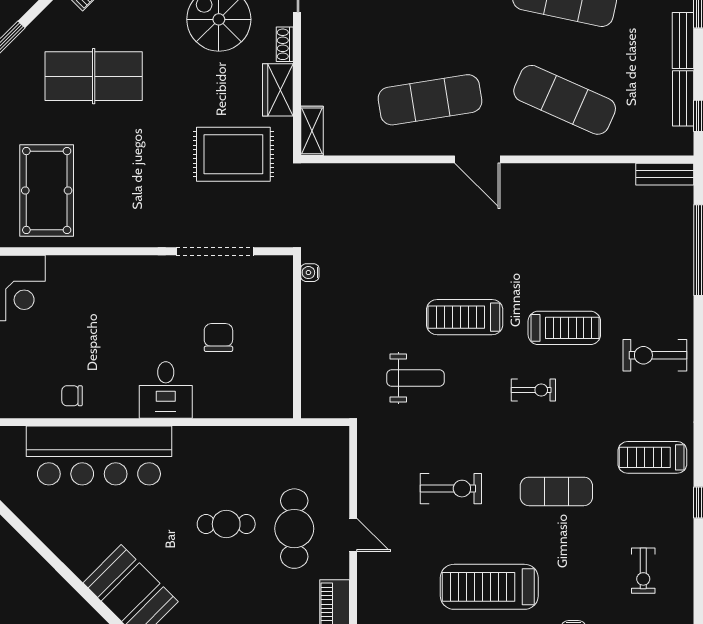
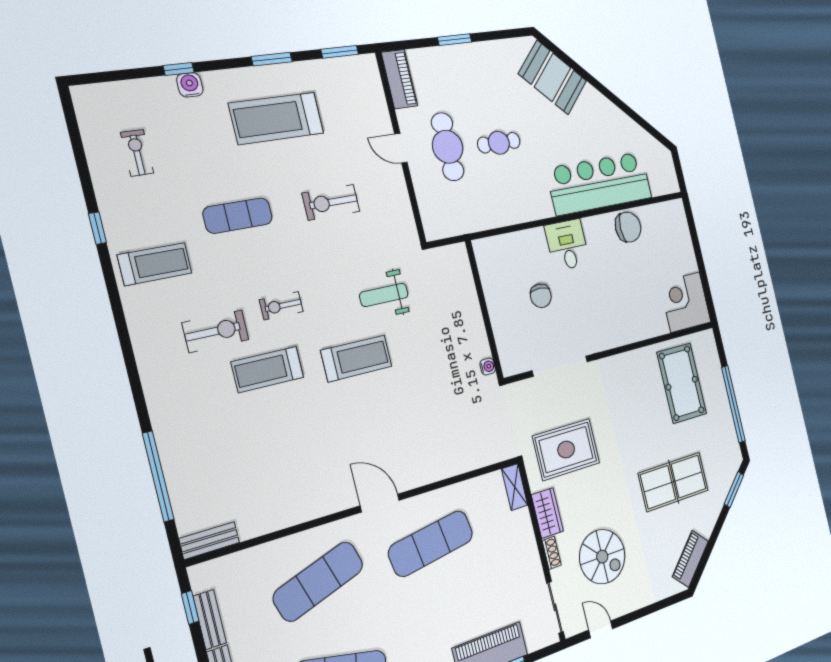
exercise mat: (565, 100) -> (318, 581), turned -42
exercise bike: (655, 355) -> (216, 331), moved
chair: (72, 396) -> (628, 227), width x1.87, depth x1.87
treadmill: (489, 587) -> (277, 118), turned 180

